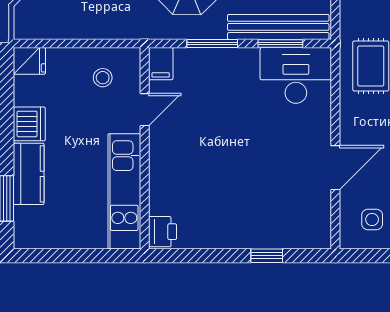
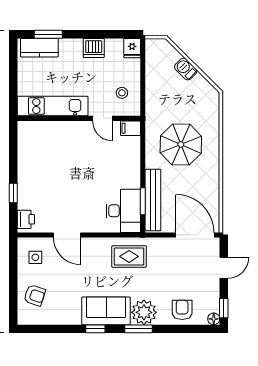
window: (212, 44) -> (143, 160), removed
kitchen counter: (29, 174) -> (39, 48), moved
printer: (162, 232) -> (26, 219), moved, turned -90

